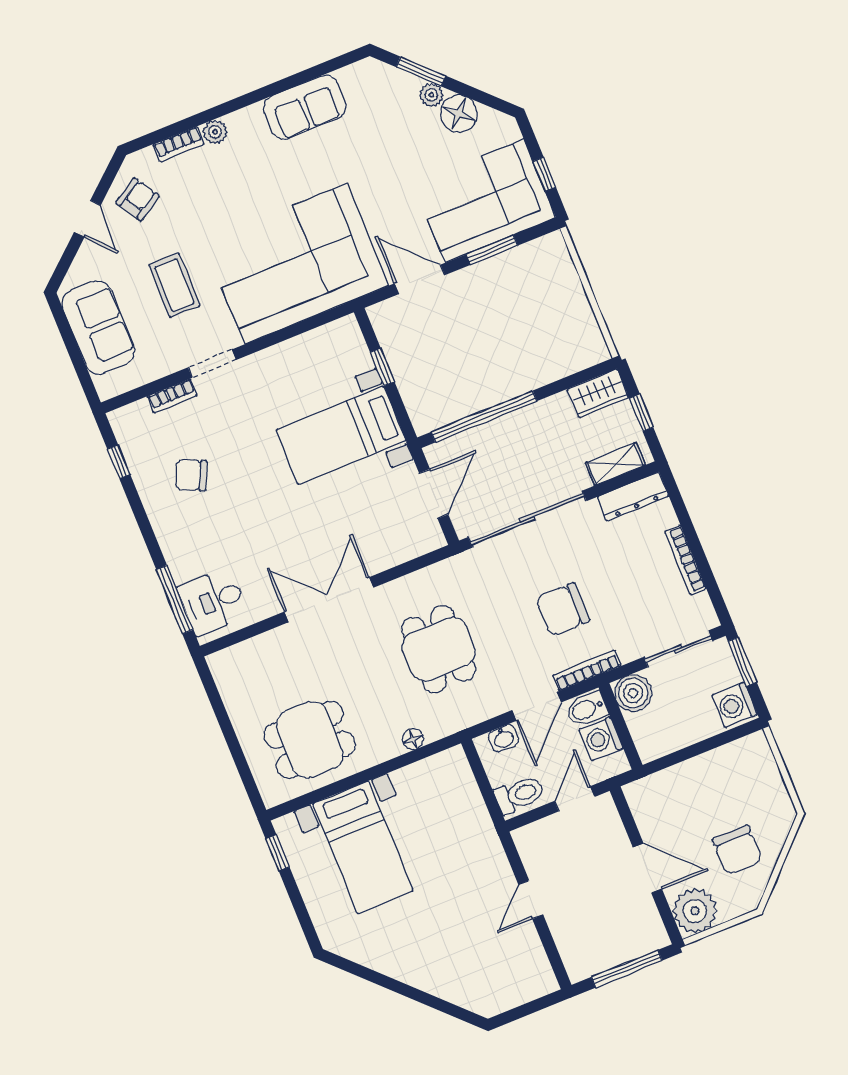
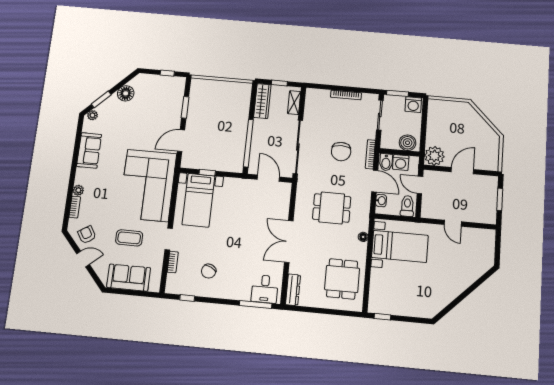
plant: (431, 95) -> (93, 115), moved
corner sofa: (484, 201) -> (165, 101), removed
wardrobe: (598, 393) -> (262, 101), width x1.50
bed with nightstands: (341, 435) -> (198, 200), moved
dresser: (633, 497) -> (293, 290), moved
boiler: (633, 693) -> (408, 143), moved
bed with nightstands: (363, 847) -> (400, 246), moved
chair: (737, 850) -> (472, 132), removed
plant: (695, 911) -> (434, 156), moved
window: (627, 969) -> (500, 199), width x0.69

